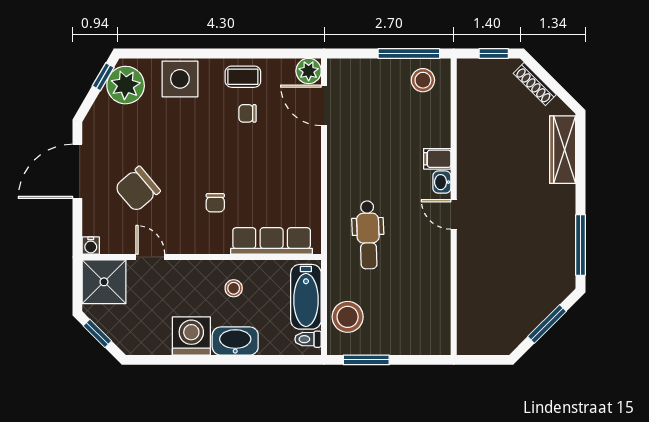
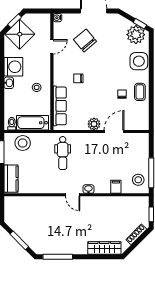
plant: (309, 71) -> (94, 124), moved
door: (324, 105) -> (114, 132), moved
filing cabinet: (437, 159) -> (116, 187), moved
door: (454, 214) -> (73, 195), swing flipped
dental chair: (368, 235) -> (63, 153), turned -88
shower: (104, 282) -> (20, 34), moved, turned 45
washbasin: (235, 341) -> (9, 83), width x0.52, depth x0.69
kitchen counter: (421, 341) -> (11, 179), added

